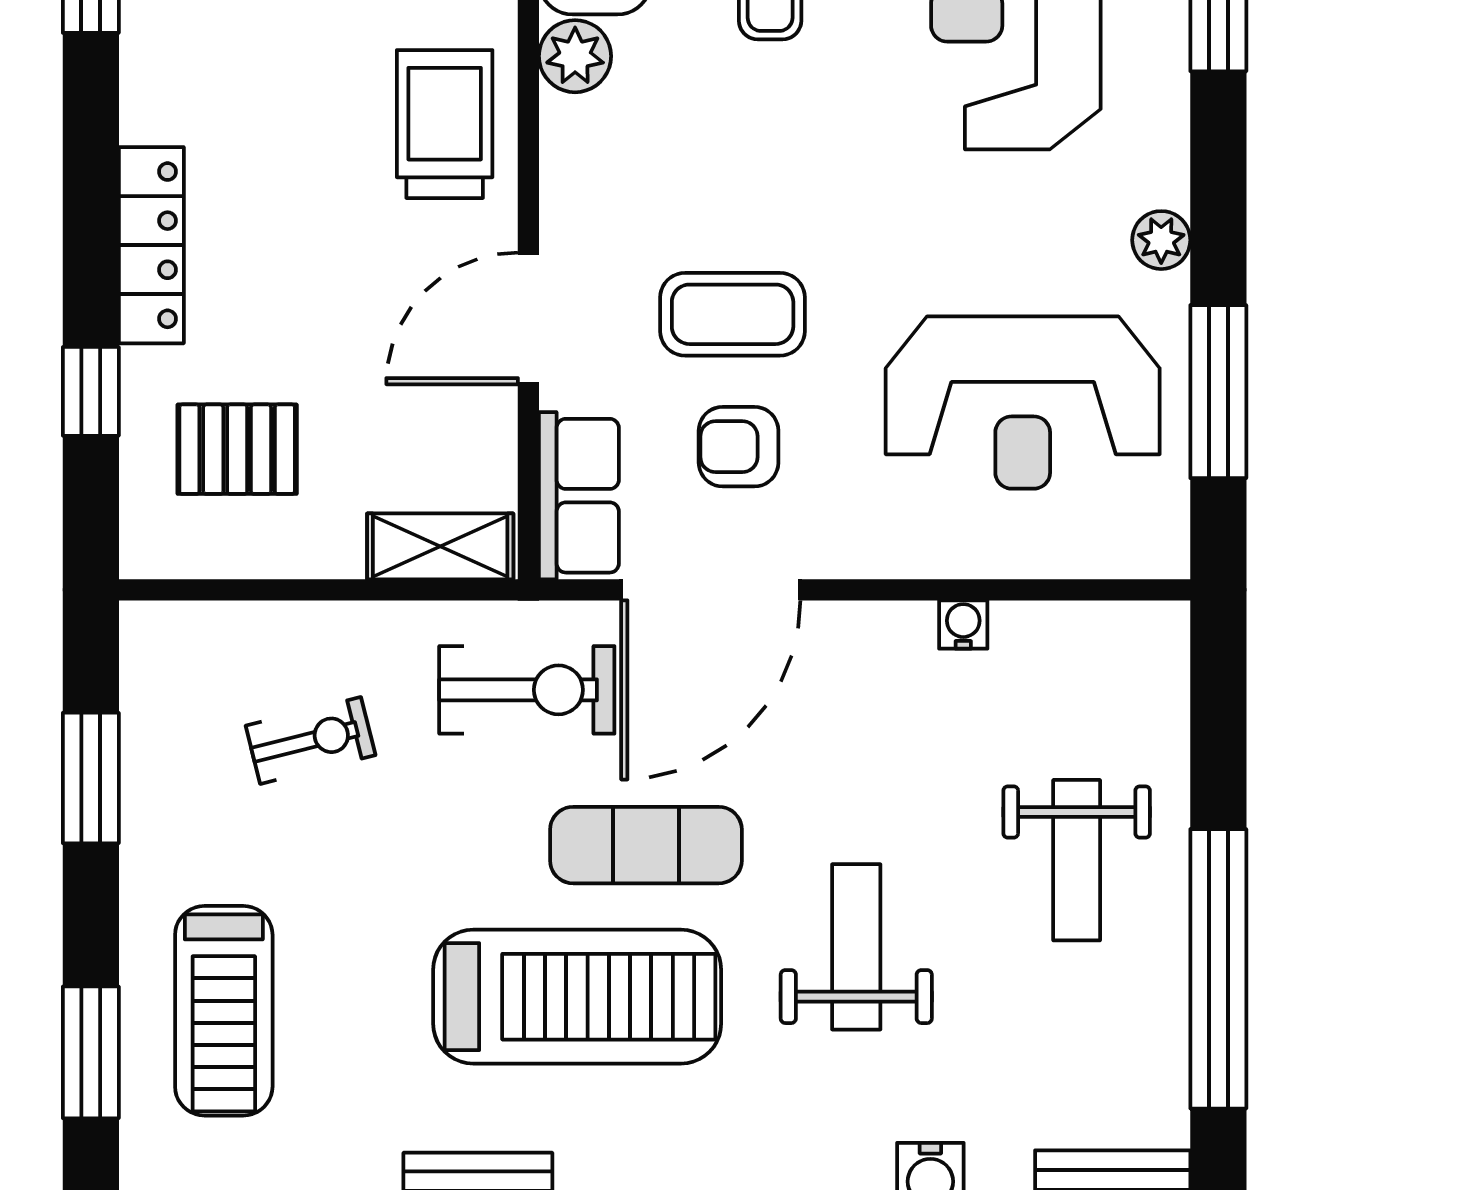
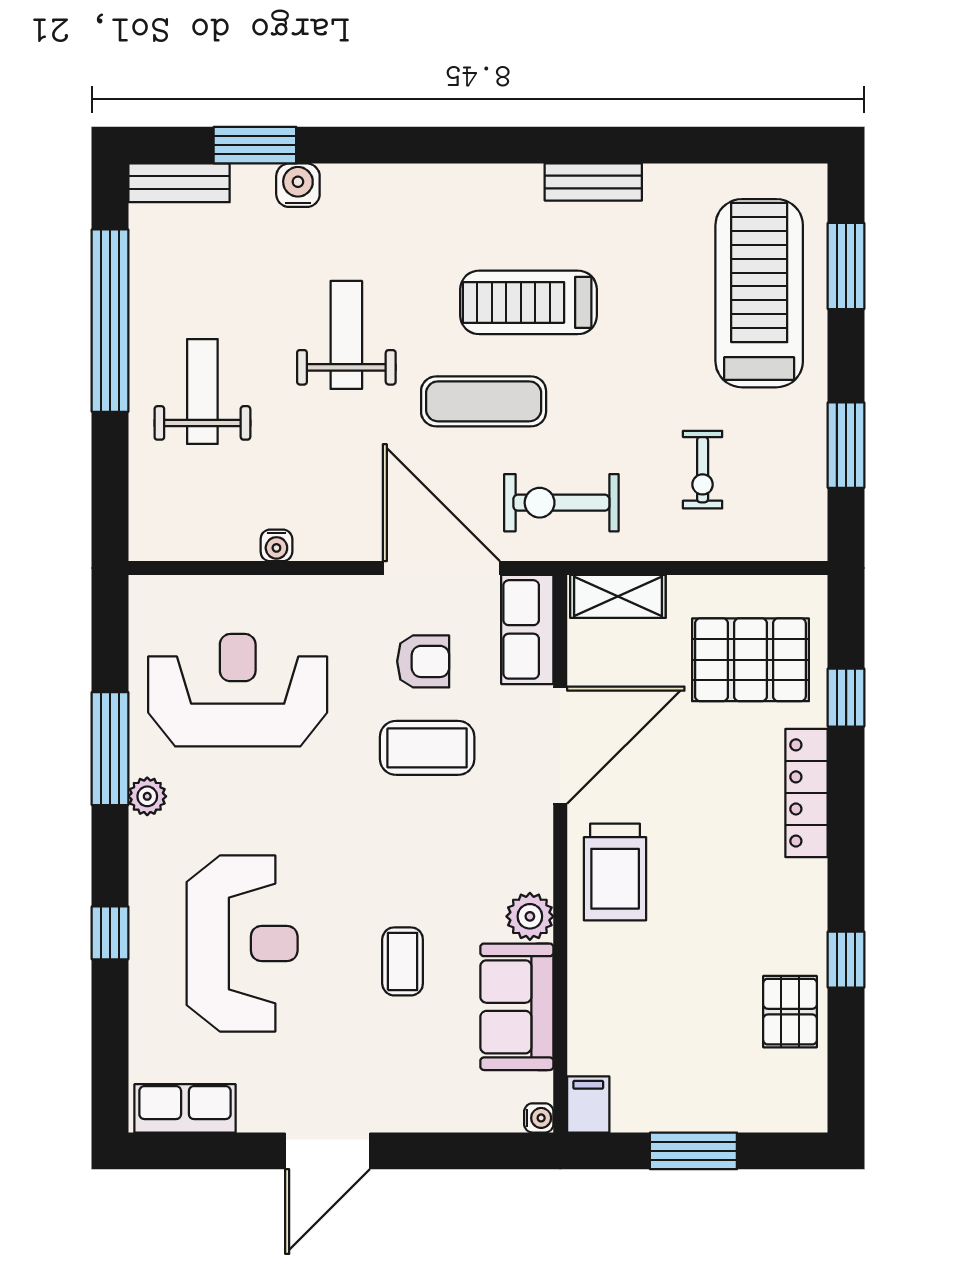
door: (528, 318) -> (560, 745), width x1.36
window: (1218, 392) -> (110, 749), moved
pallet: (237, 449) -> (750, 660), width x1.50, depth x1.42
door: (711, 590) -> (441, 568), hinge flipped
exercise bike: (311, 740) -> (703, 470), turned -76
weight bench: (856, 947) -> (346, 335), turned 180
treadmill: (577, 997) -> (529, 302), width x0.73, depth x0.73
treadmill: (224, 1011) -> (759, 293), width x1.37, depth x1.38

